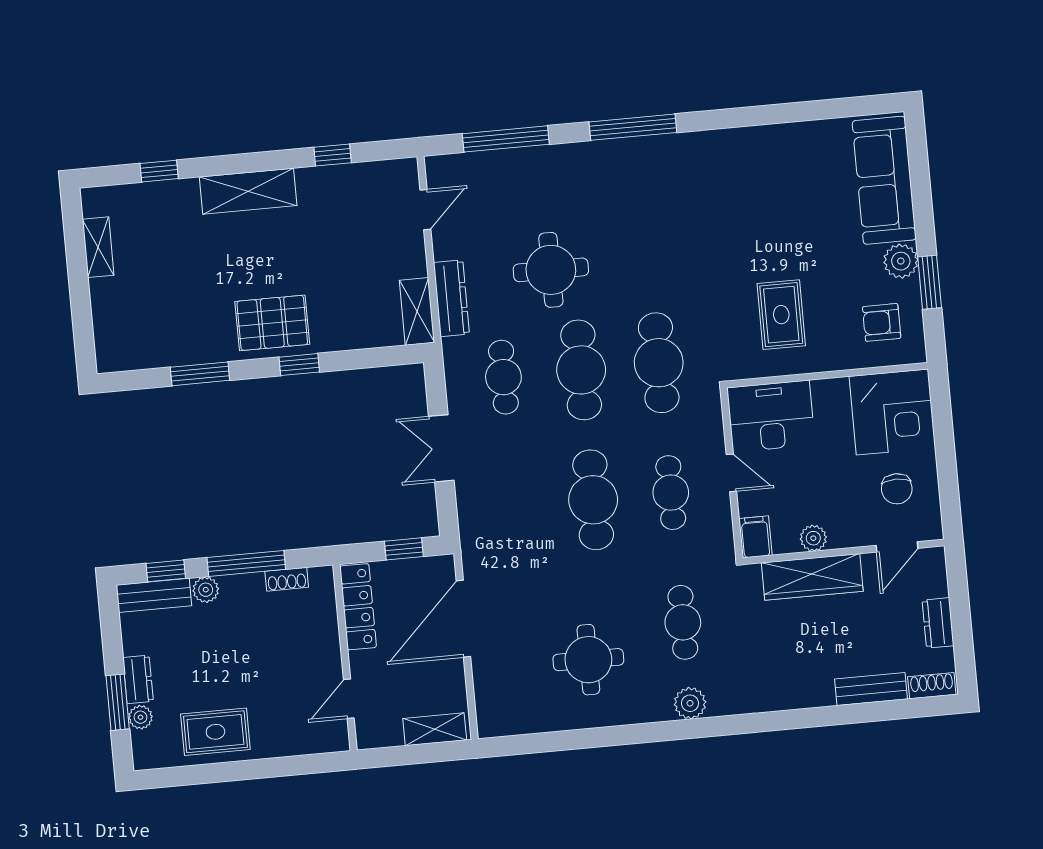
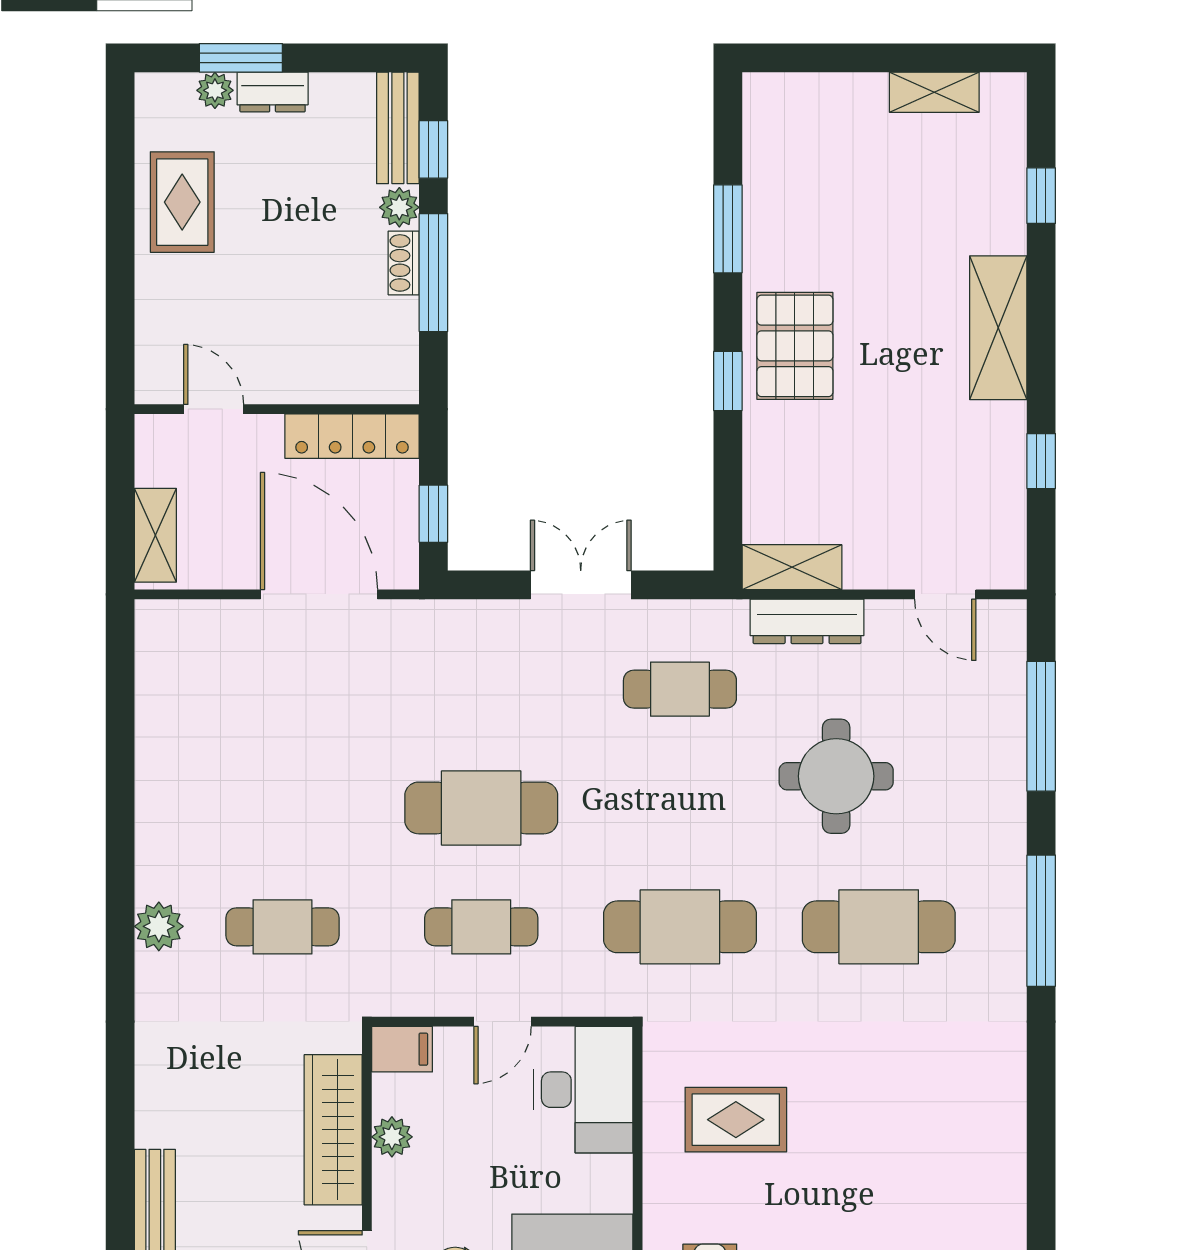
cafe table: (581, 370) -> (879, 927), moved
shoe rack: (287, 579) -> (404, 263), moved
round table: (588, 660) -> (239, 778), removed

